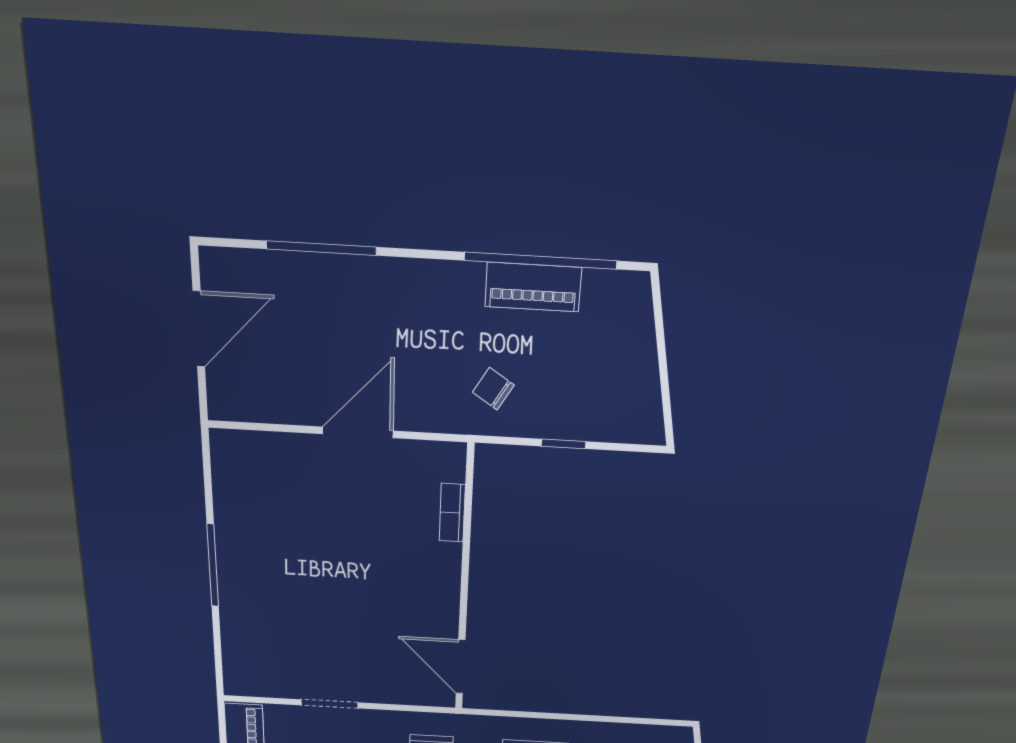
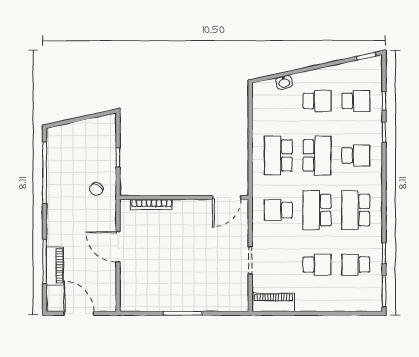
piano: (533, 287) -> (55, 266), moved
bookcase: (452, 513) -> (151, 204), width x1.56

